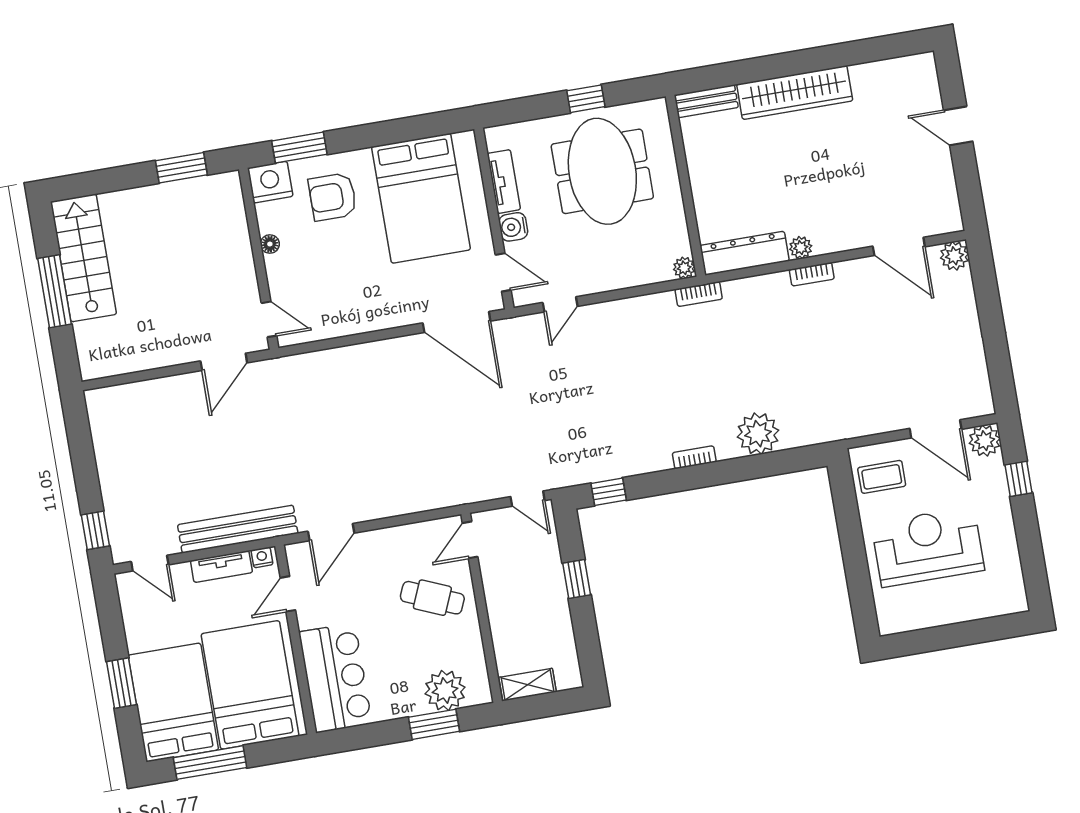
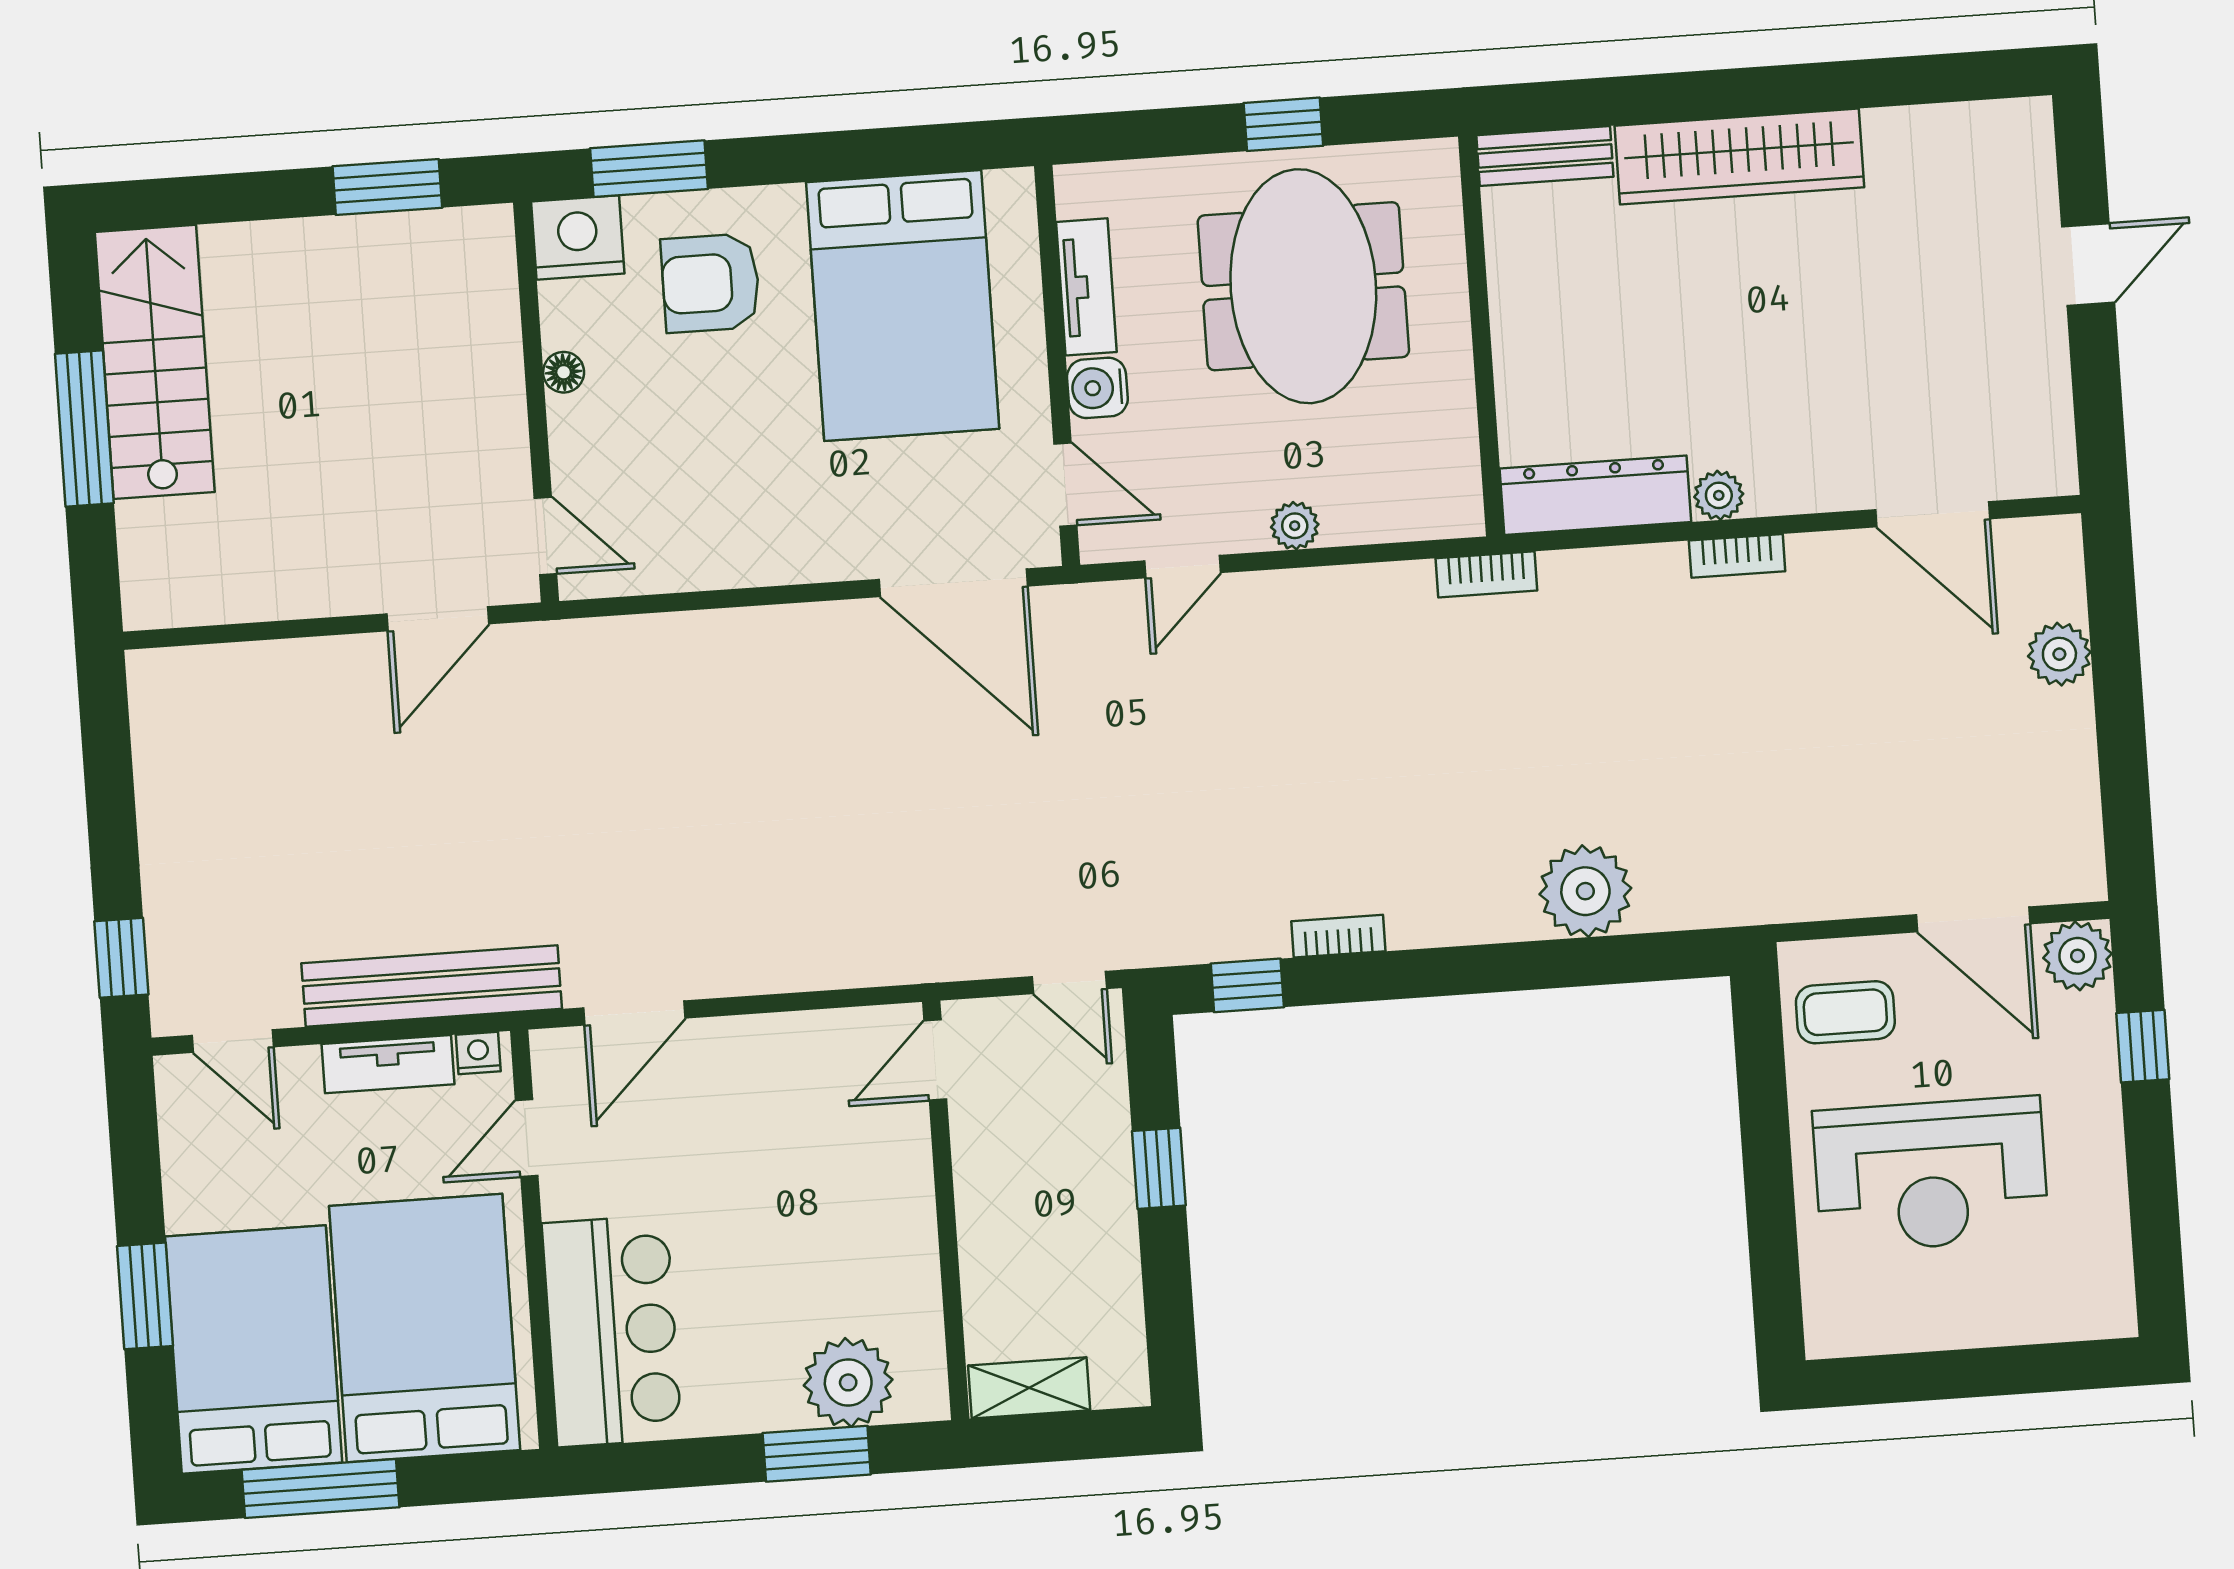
door: (958, 126) -> (2088, 264), swing flipped
plant: (954, 256) -> (2059, 654), moved
plant: (684, 268) -> (1295, 526), moved
bookcase: (694, 457) -> (1338, 936), moved
reception desk: (928, 547) -> (1931, 1175), turned 180
cafe table: (432, 598) -> (841, 1178), removed

